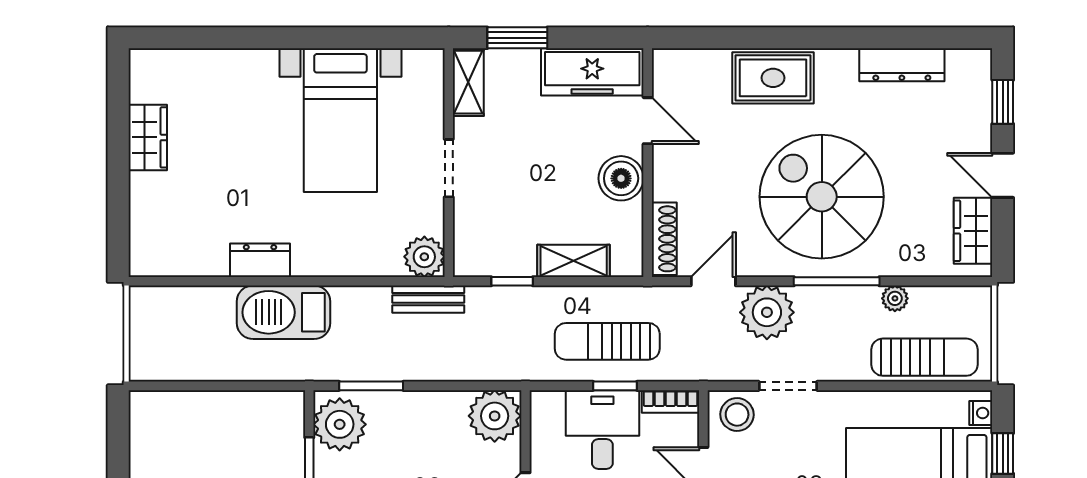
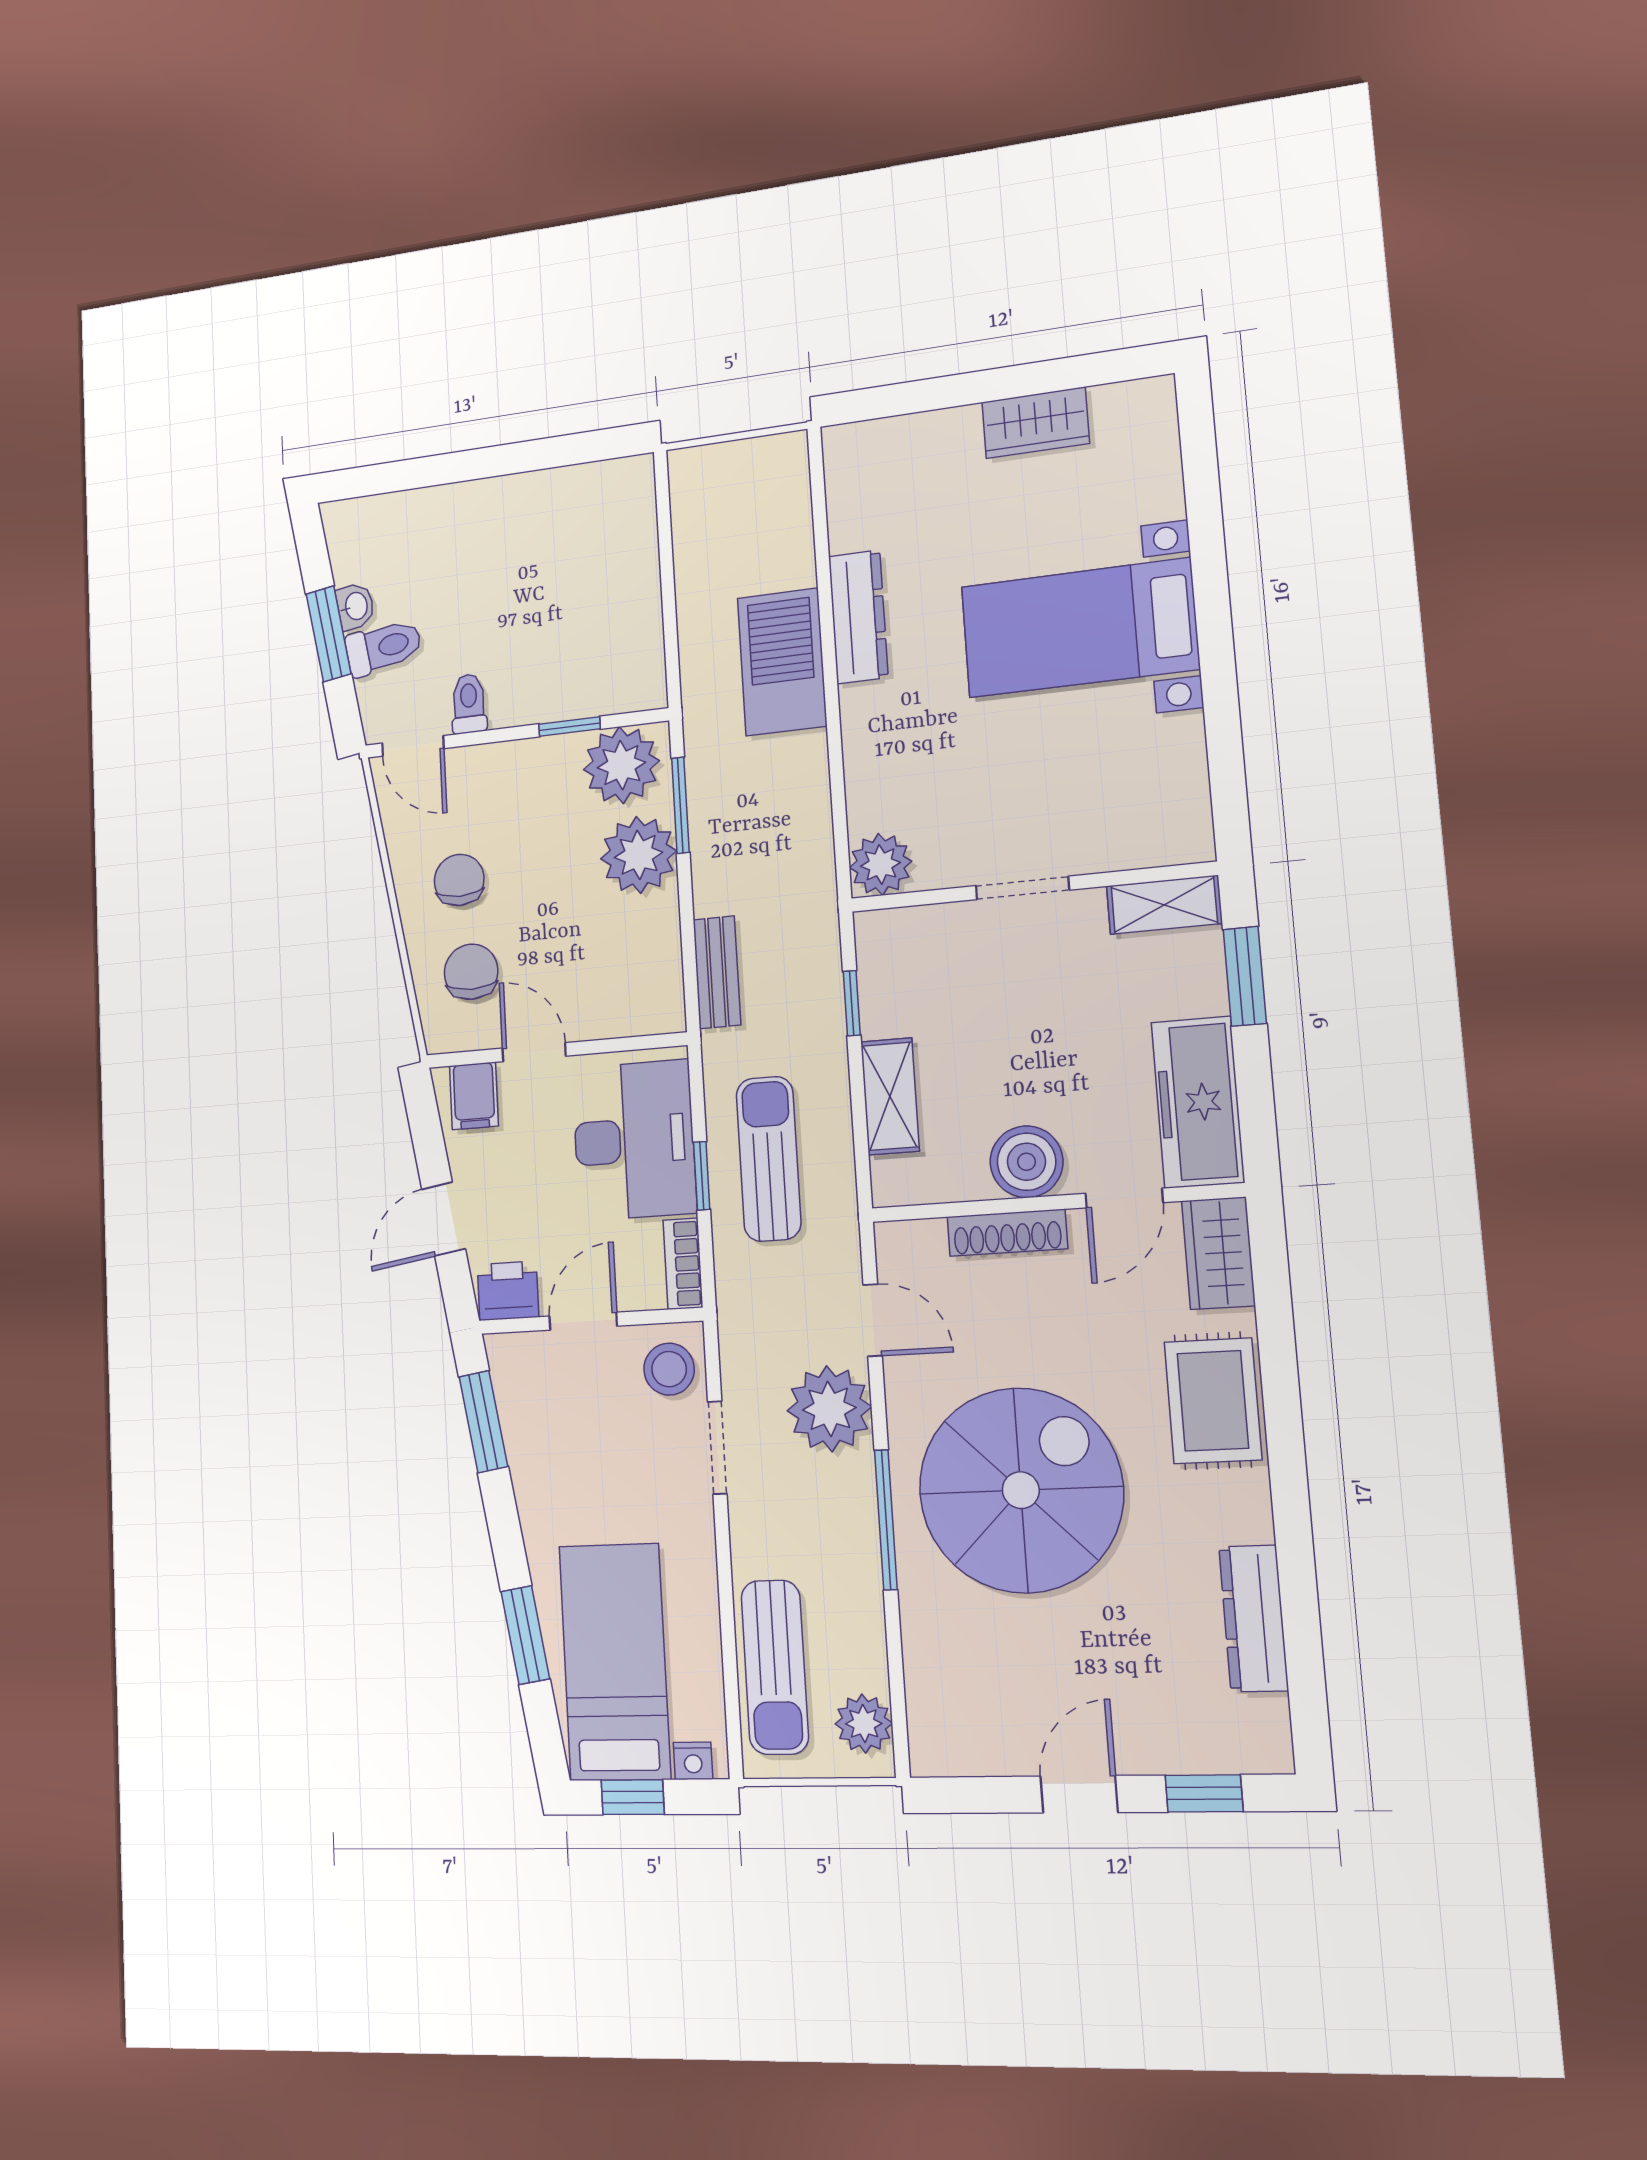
bed with nightstands: (340, 120) -> (1079, 628), moved
wardrobe: (973, 231) -> (1218, 1253), moved, turned -90
shoe rack: (664, 239) -> (1007, 1233), moved
dresser: (260, 260) -> (858, 617), width x1.44
plant: (895, 298) -> (864, 1724), moved, width x1.38, depth x1.38
bench: (428, 299) -> (717, 972), moved
plant: (495, 416) -> (639, 855), moved
desk: (602, 430) -> (634, 1140), width x1.37

